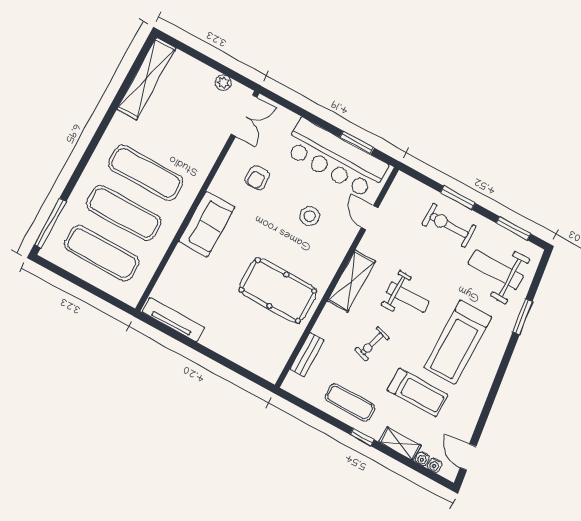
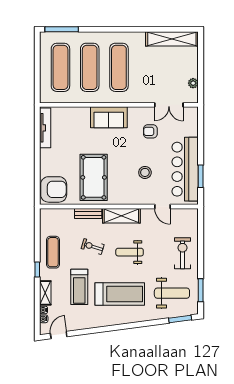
double door: (244, 116) -> (169, 105), moved
window: (458, 198) -> (201, 250), removed
door: (370, 218) -> (162, 206), swing flipped
weight bench: (496, 270) -> (172, 293), turned 90
weight bench: (408, 297) -> (130, 252), turned 90
window: (522, 317) -> (180, 319), moved
treadmill: (458, 342) -> (120, 294), turned 180
armchair: (264, 354) -> (54, 189), added
bench: (307, 355) -> (88, 213), moved

